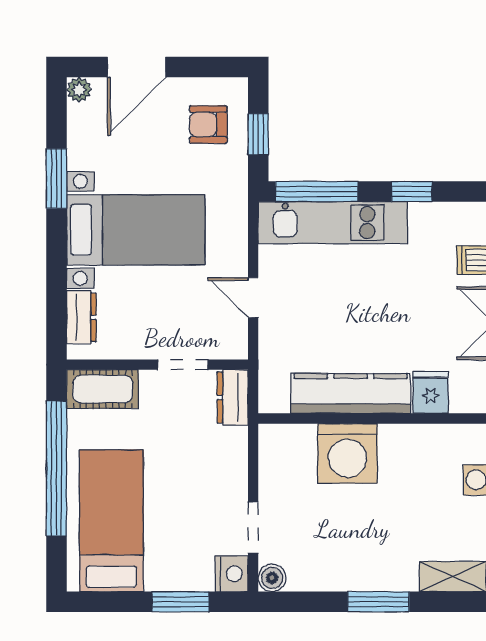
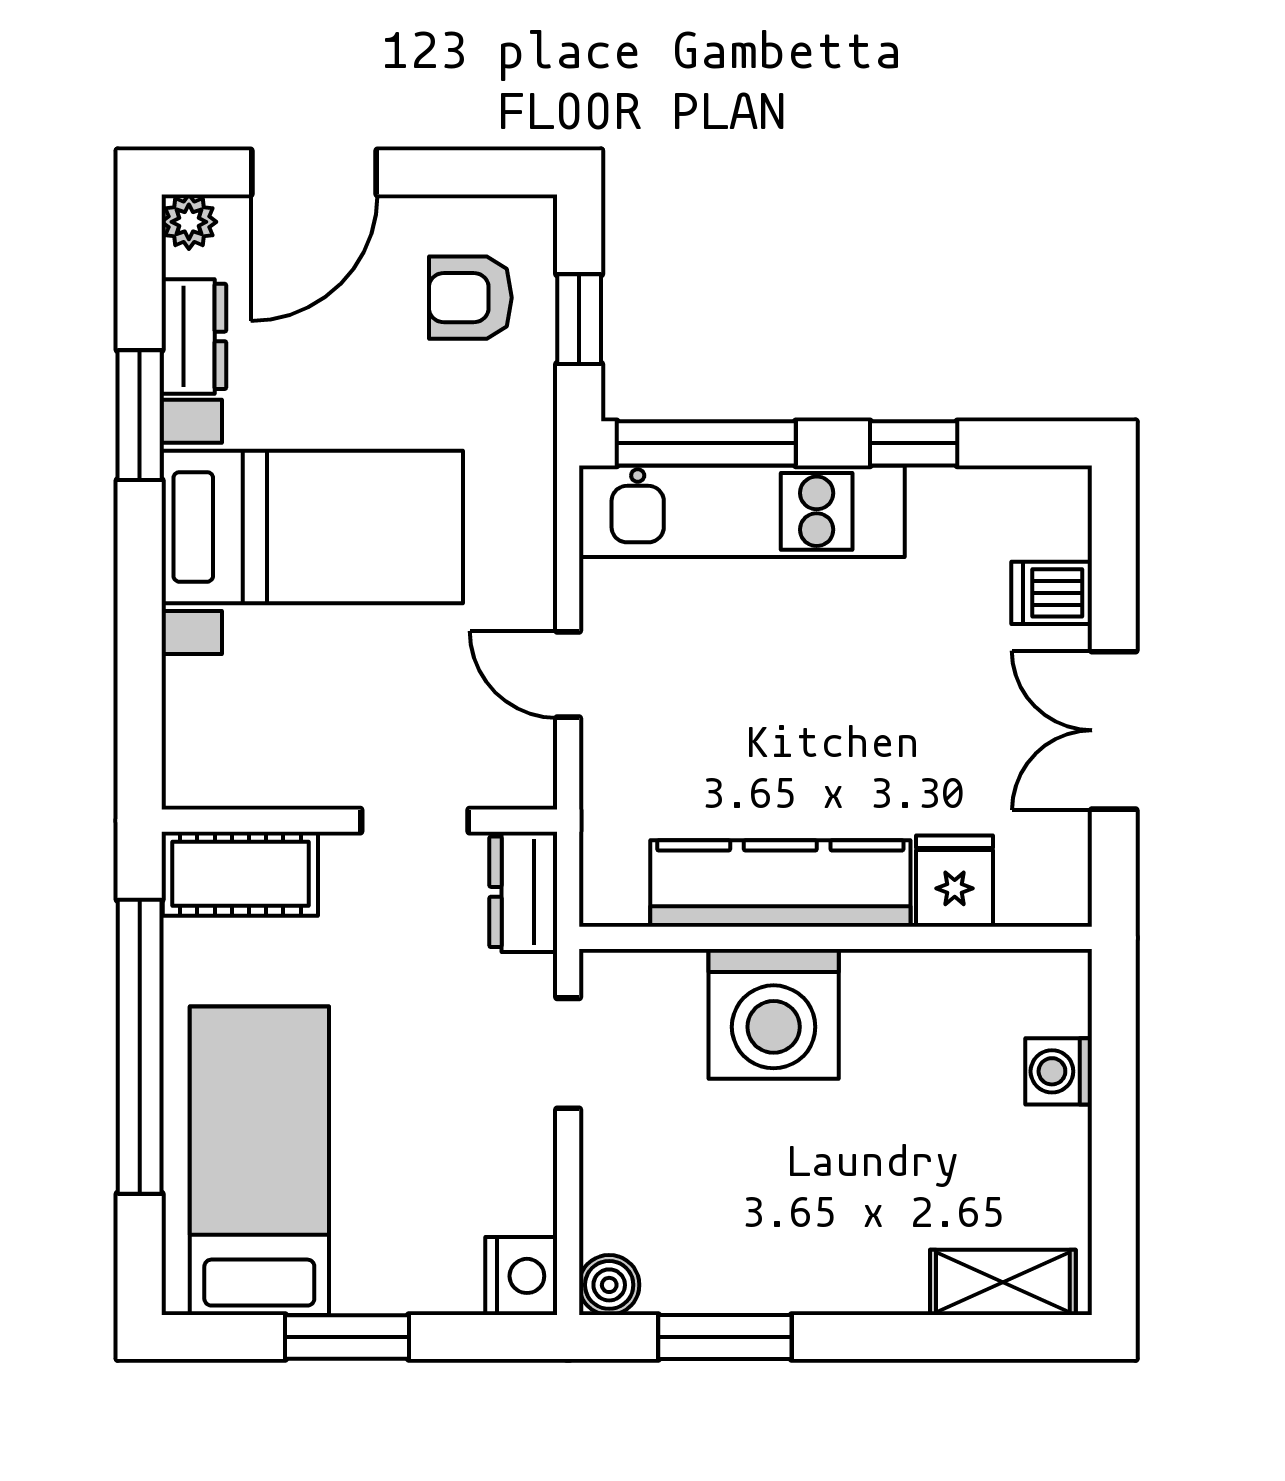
dresser: (81, 317) -> (194, 336), moved
doorway: (253, 528) -> (568, 1053), moved
window: (181, 602) -> (347, 1337), moved
window: (378, 602) -> (725, 1337), moved

